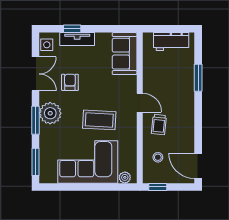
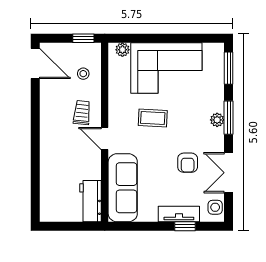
workbench: (171, 42) -> (90, 201), moved, turned -90
sofa: (125, 54) -> (123, 188), width x1.36
window: (198, 78) -> (35, 168), removed
plant: (50, 113) -> (217, 120), width x0.53, depth x0.53
coffee table: (99, 120) -> (153, 118), width x0.73, depth x0.77

